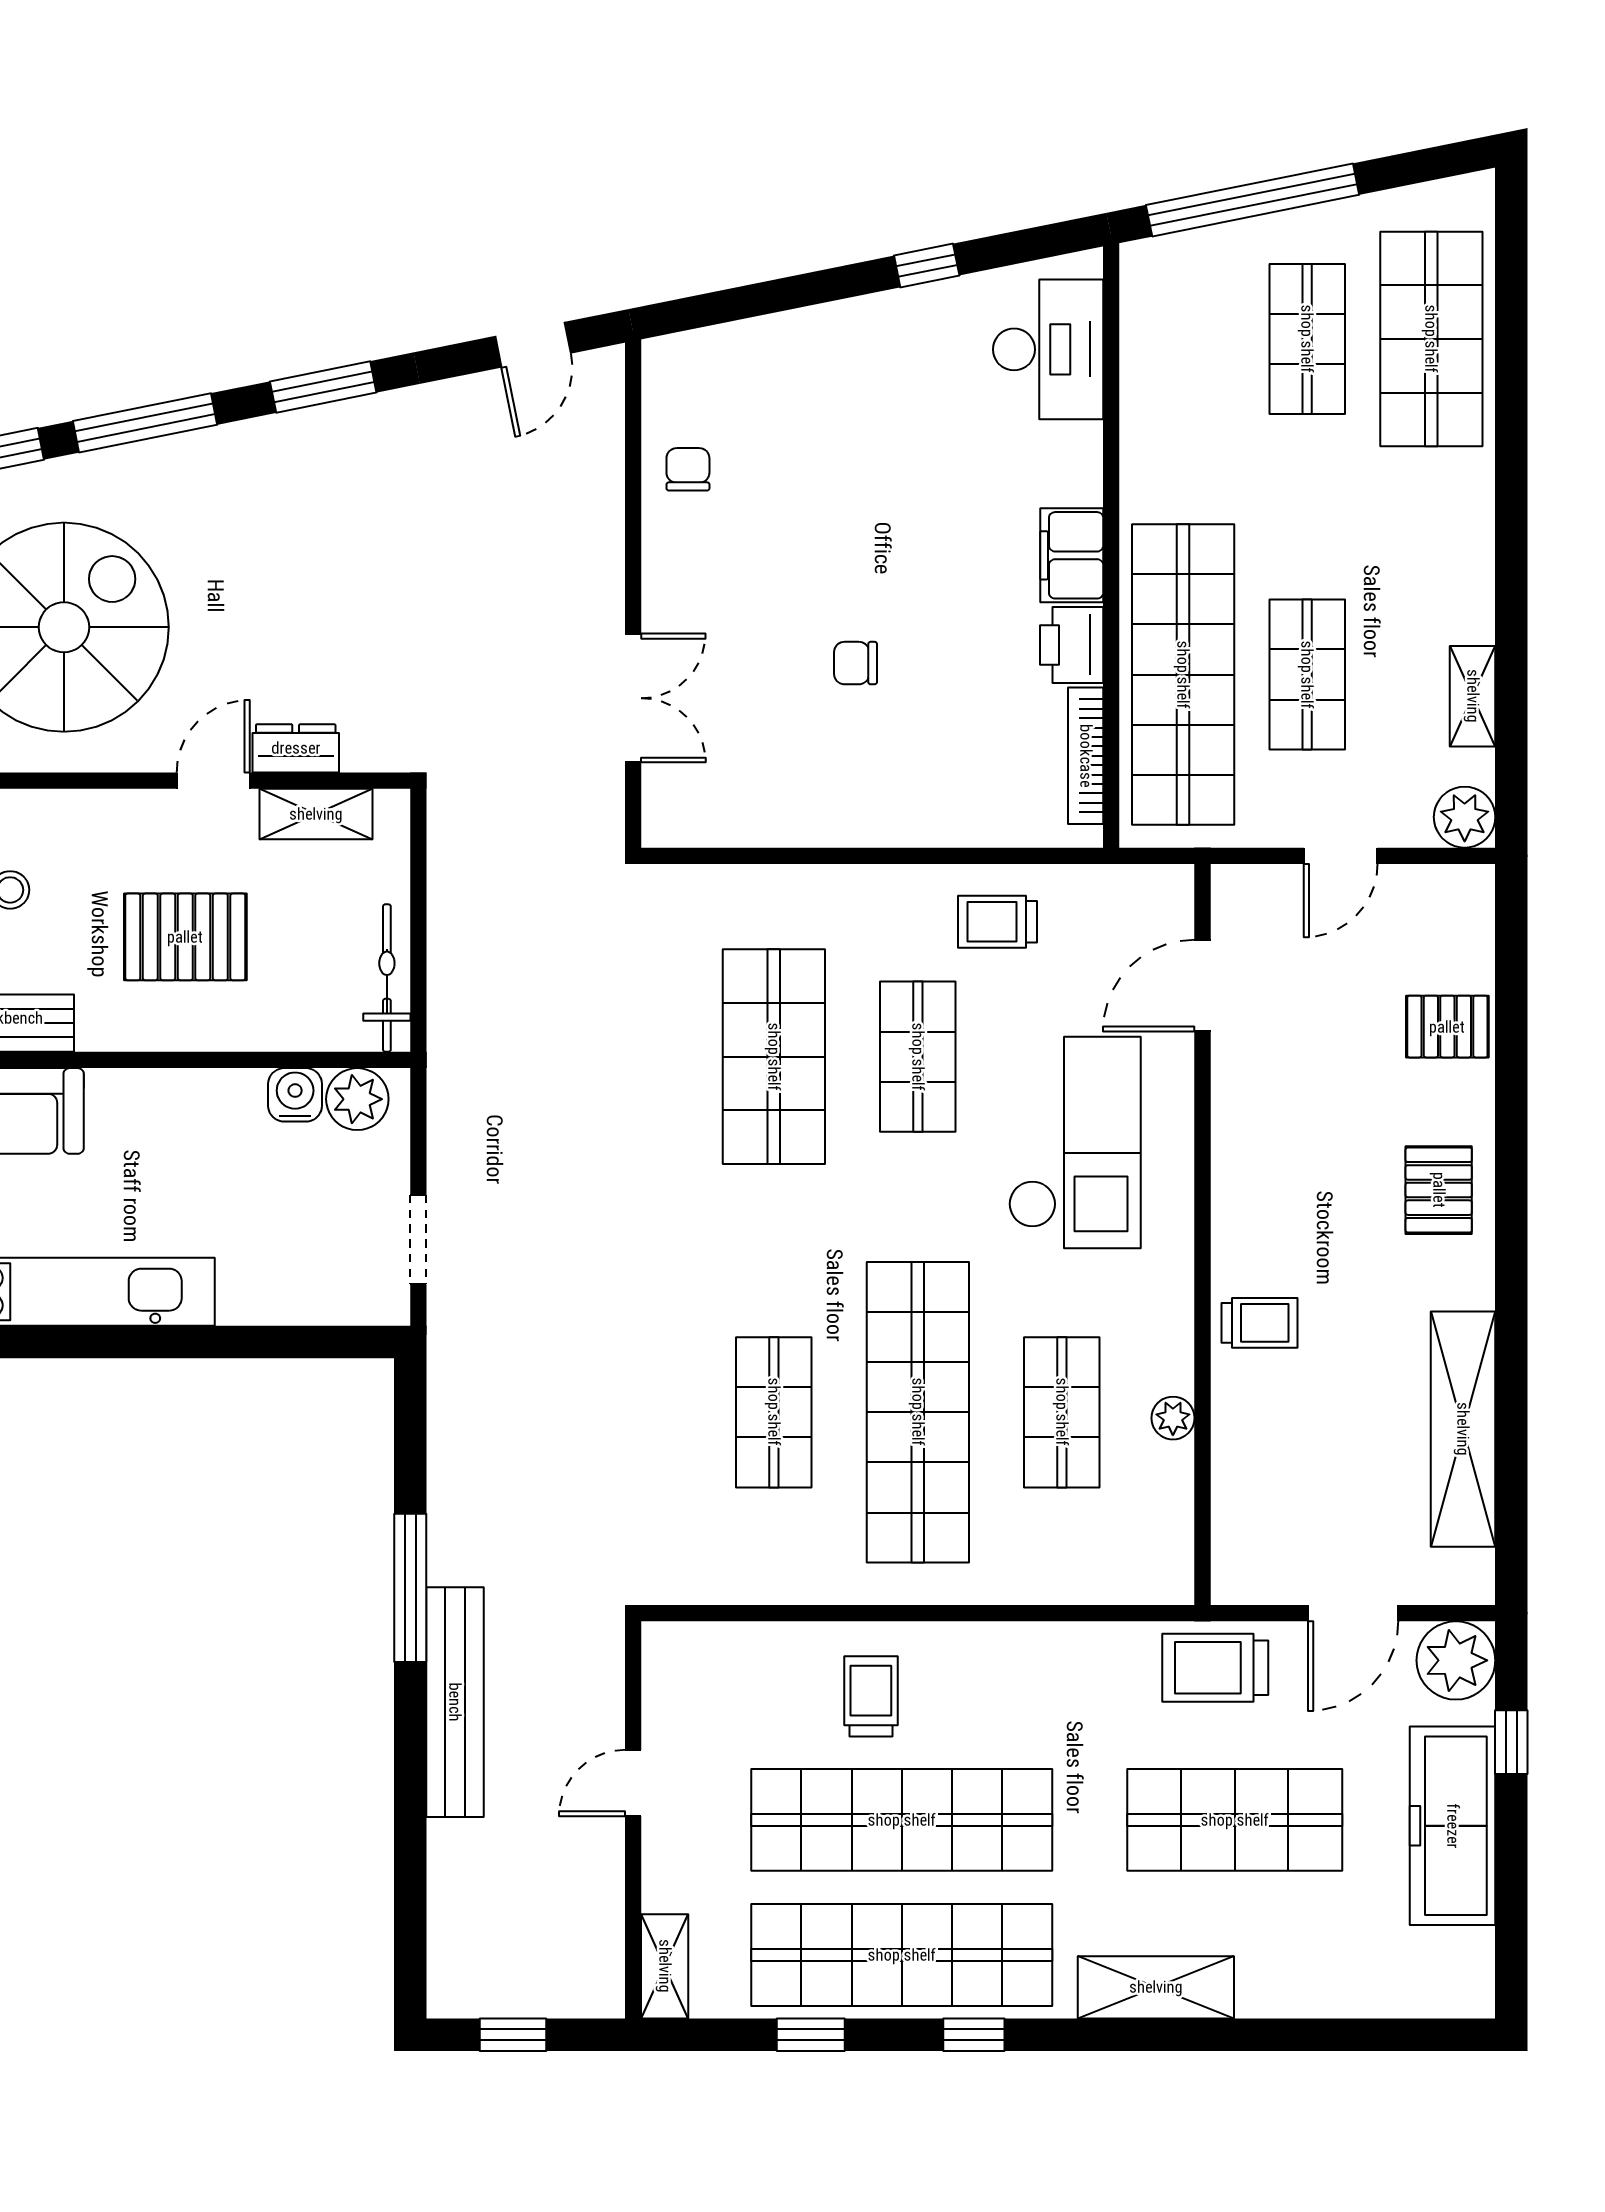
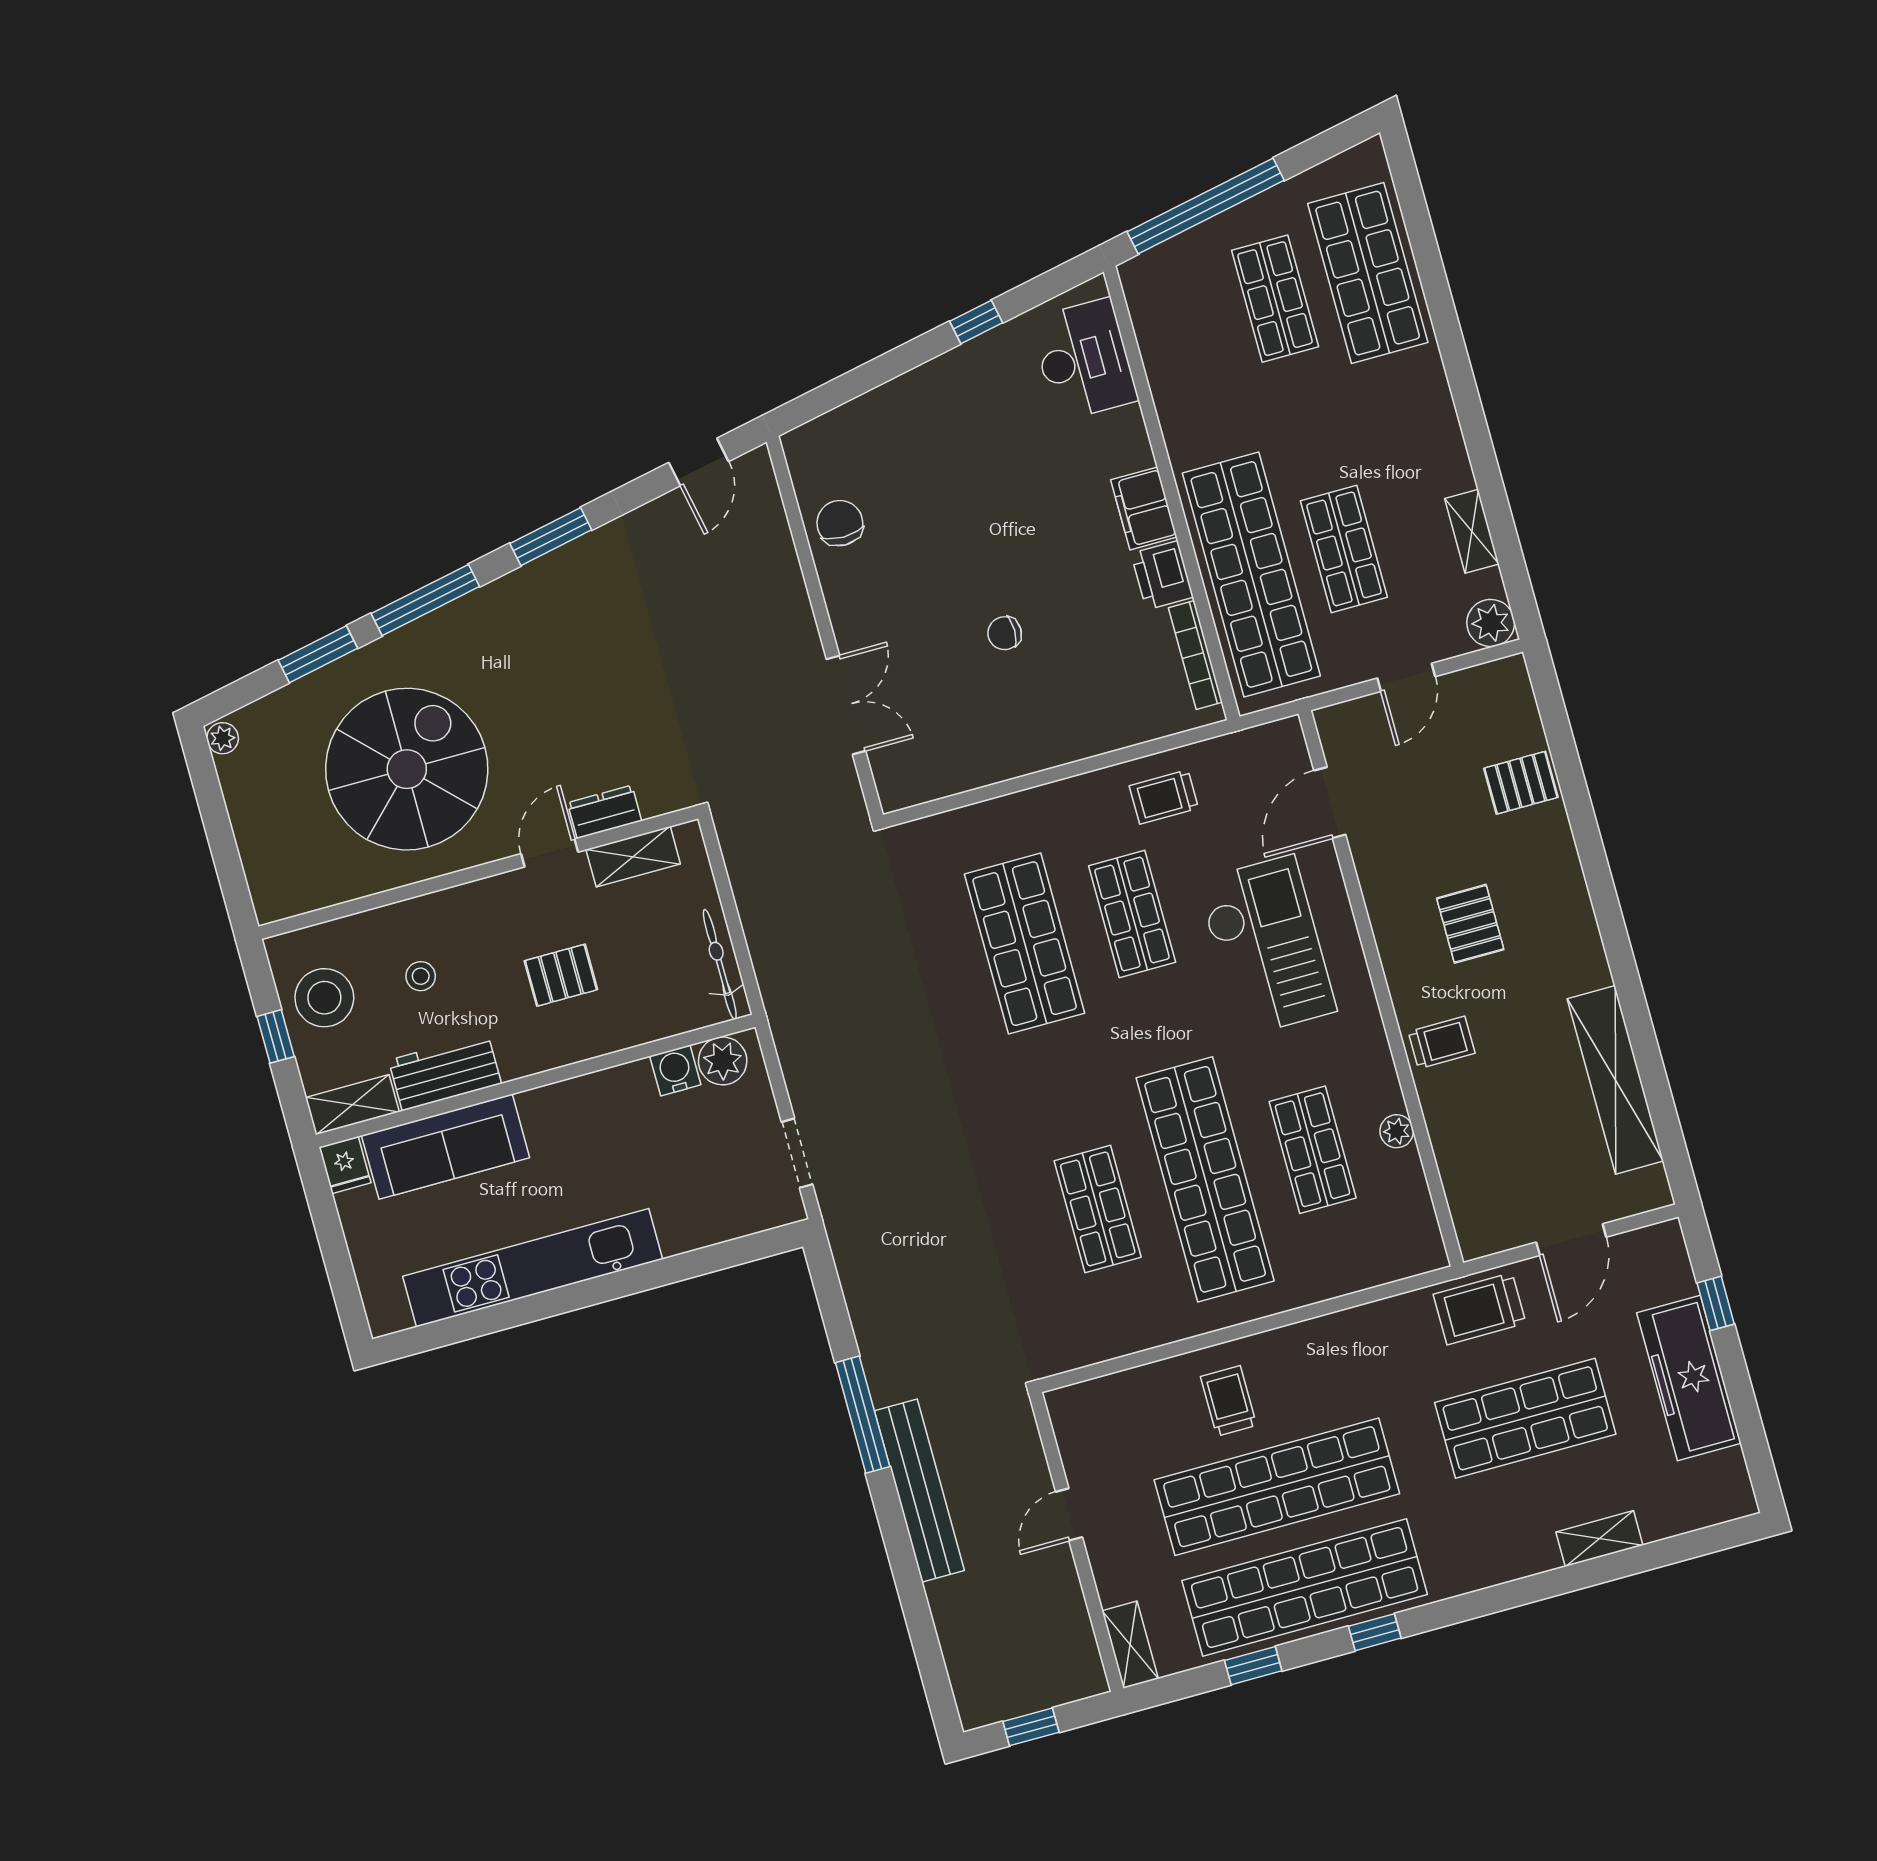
chair: (688, 469) -> (840, 523), width x1.37, depth x1.37
pallet: (185, 937) -> (561, 975), width x0.67, depth x0.71
pallet: (1439, 1190) -> (1470, 924), moved
plant: (1456, 1660) -> (1658, 1254), removed
shelving: (1156, 1987) -> (1599, 1539), moved, width x0.67, depth x0.75

